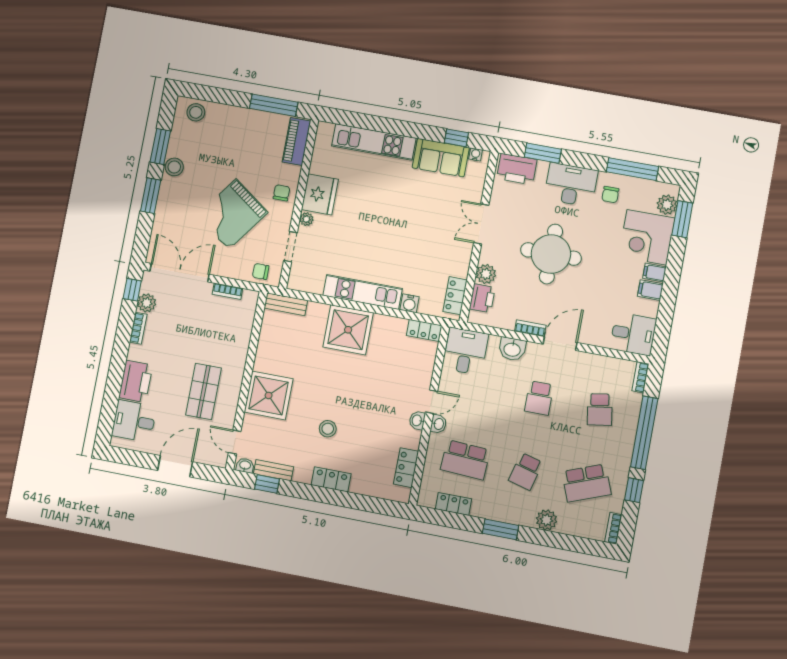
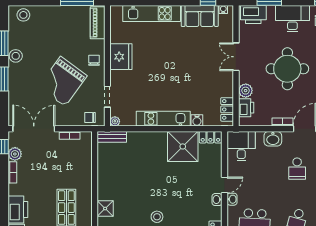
plant: (306, 219) -> (115, 121), moved
shower: (348, 330) -> (183, 146), moved
shower: (269, 395) -> (105, 209), width x0.54, depth x0.54

